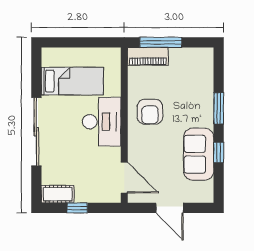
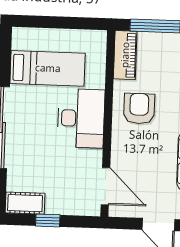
piano: (148, 56) -> (125, 55), moved, turned -90
armchair: (150, 112) -> (139, 109), turned 180

